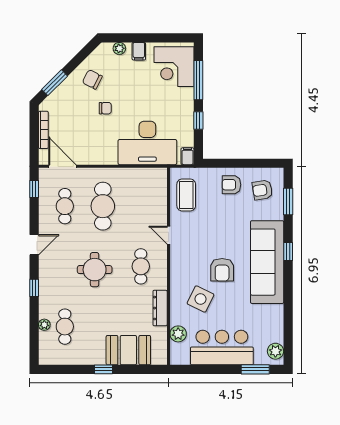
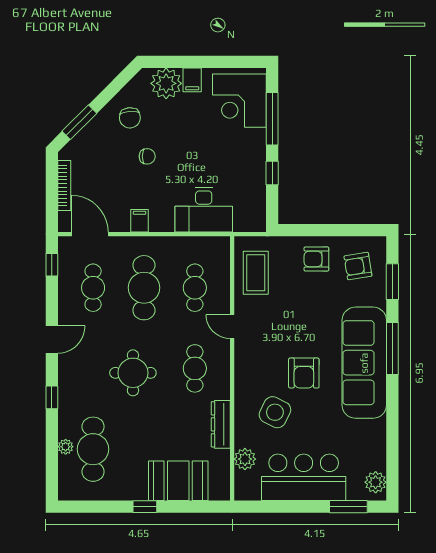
plant: (119, 48) -> (166, 83), width x1.87, depth x1.87
chair: (92, 79) -> (130, 118), turned -122
desk: (147, 143) -> (204, 210), width x0.73, depth x0.77
filing cabinet: (188, 156) -> (140, 221), moved
cafe table: (141, 206) -> (195, 288), added
window: (288, 251) -> (392, 348), width x2.17
cafe table: (65, 327) -> (93, 449), width x1.37, depth x1.35

